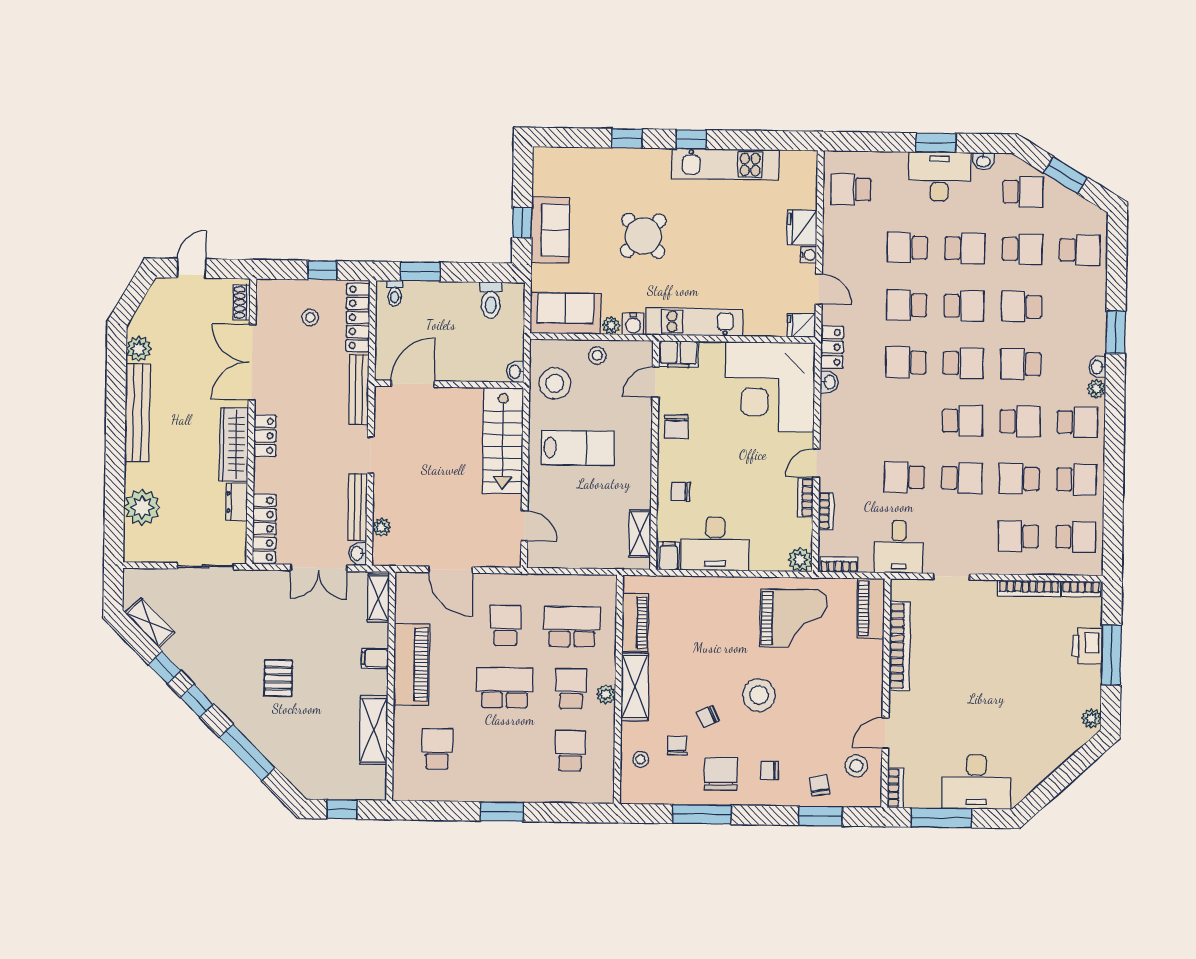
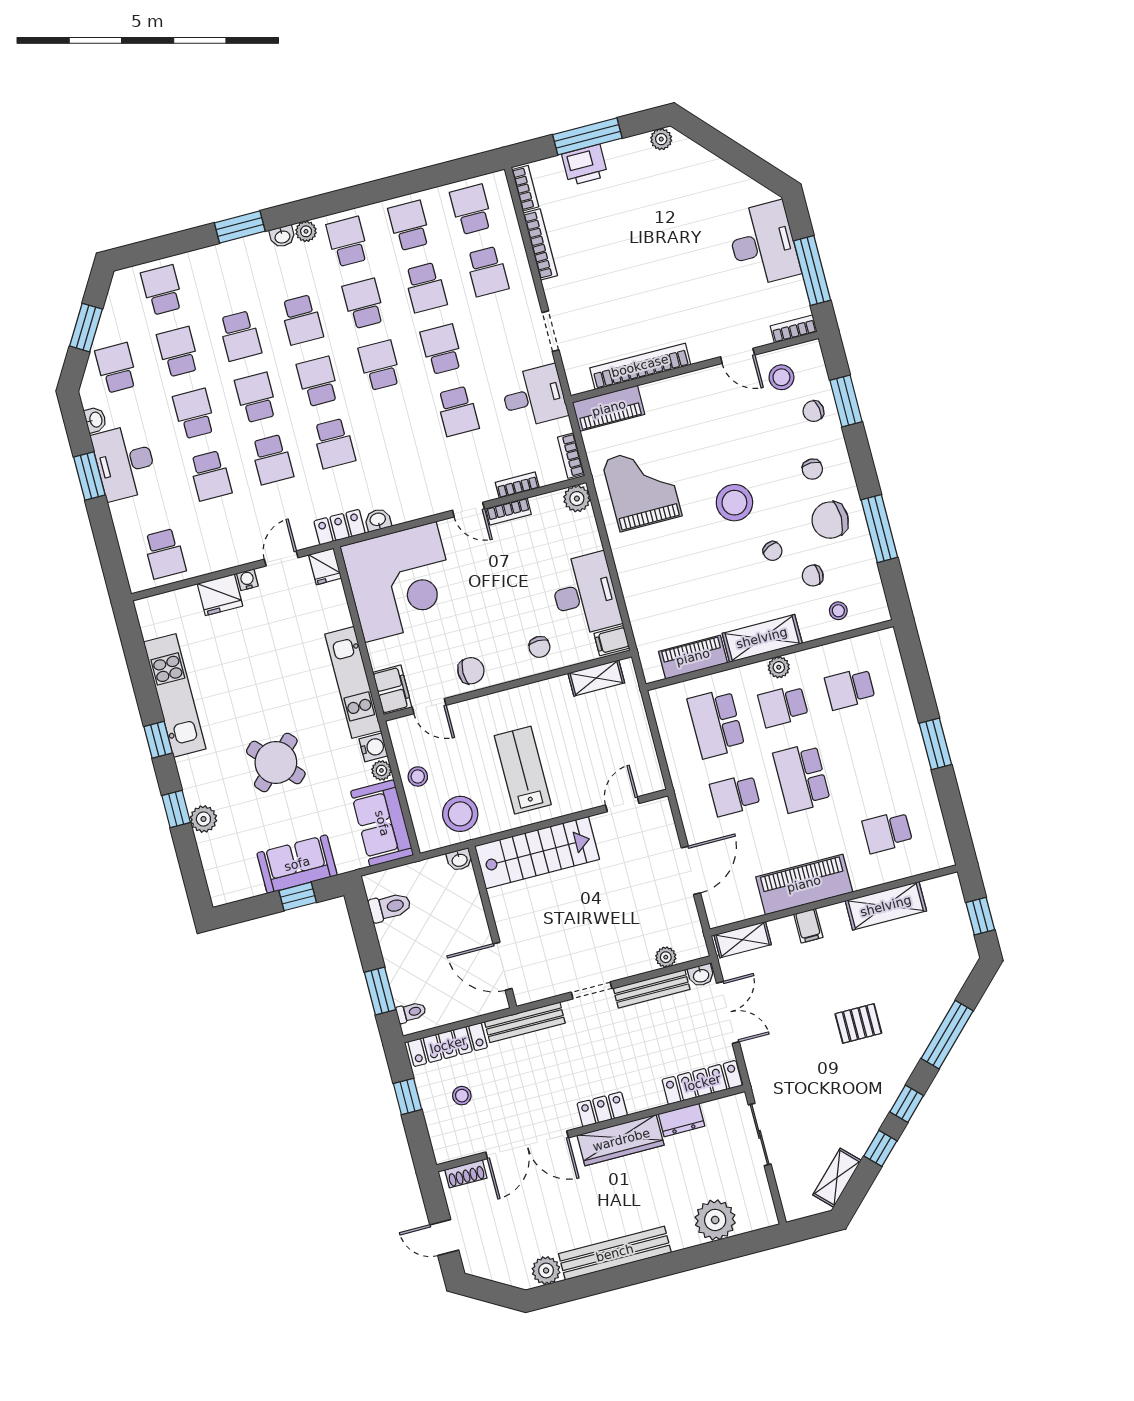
plant: (612, 160) -> (203, 819), added

